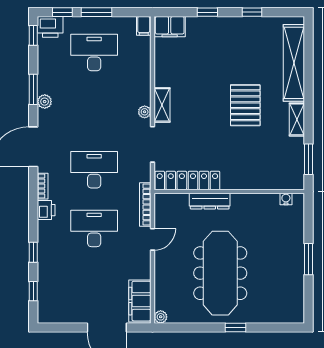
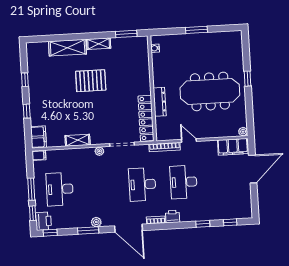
shelving: (294, 63) -> (68, 48), width x0.68
shelving: (162, 105) -> (78, 140), moved

